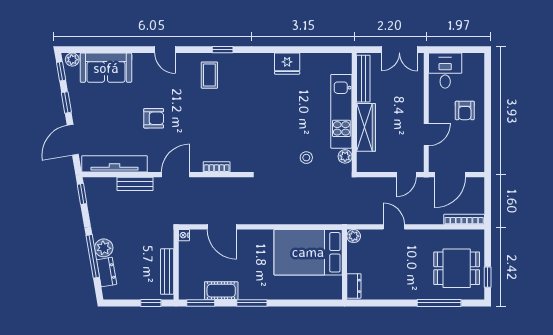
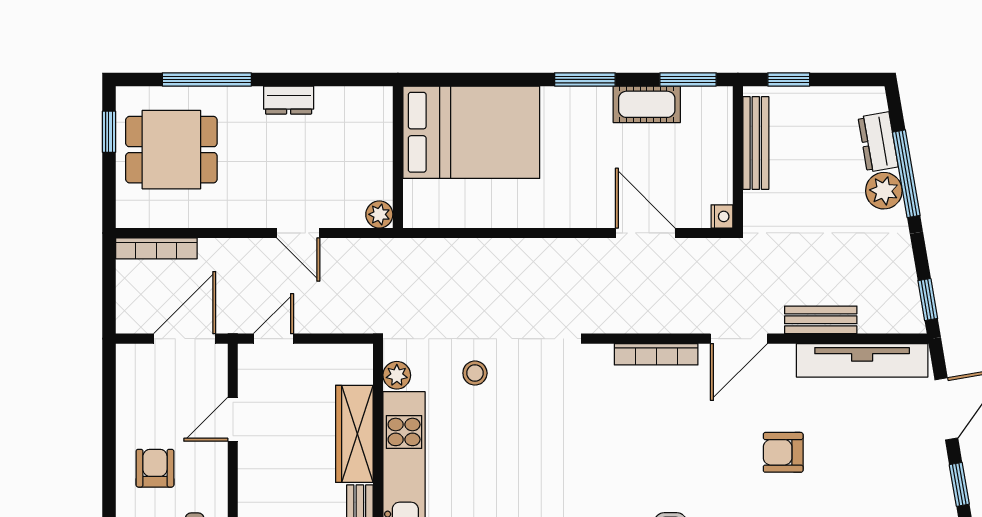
bookcase: (217, 167) -> (656, 354), width x1.56
bed: (308, 252) -> (471, 132), moved
dresser: (354, 286) -> (289, 100), moved, turned -90

